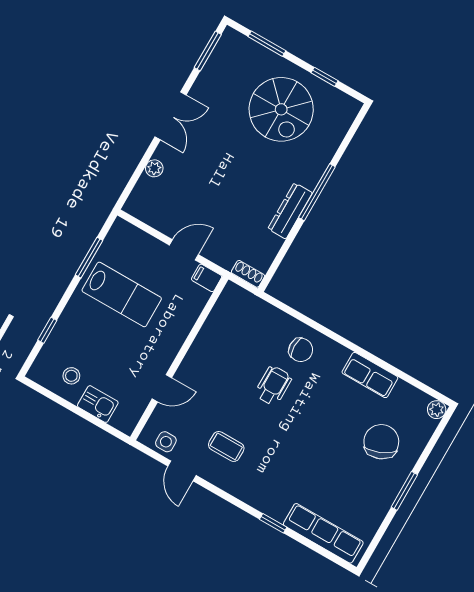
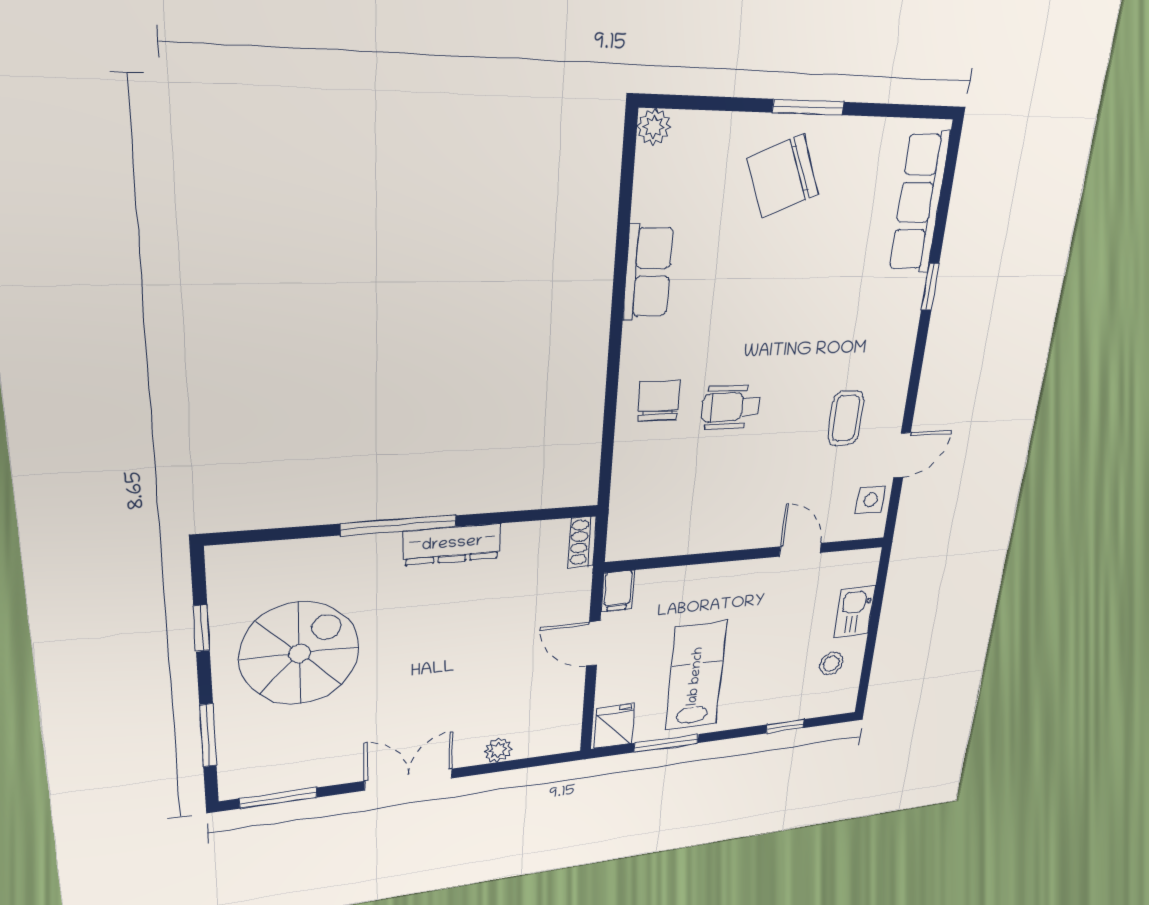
fridge: (123, 235) -> (614, 726), added
chair: (381, 442) -> (783, 176), moved

